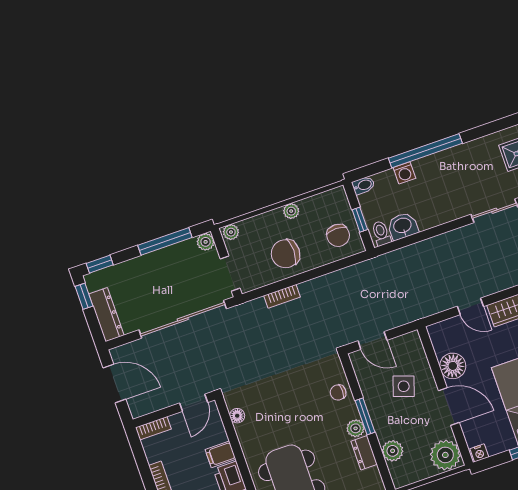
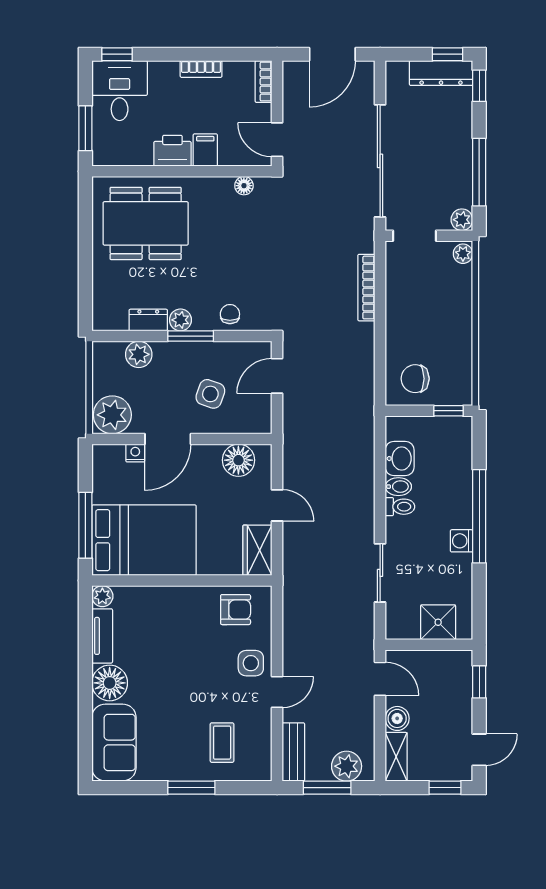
washing machine: (404, 173) -> (462, 541), moved
bidet: (363, 185) -> (398, 487), moved, turned -90
plant: (291, 211) -> (463, 333), removed
window: (360, 220) -> (449, 411), moved
toilet: (381, 233) -> (400, 507), moved
chair: (286, 254) -> (415, 309), removed
bookcase: (282, 296) -> (366, 288), width x1.56
door: (470, 306) -> (277, 505), swing flipped
dresser: (106, 315) -> (441, 73), moved
floor lamp: (453, 366) -> (238, 460), moved
nightstand: (479, 453) -> (135, 453), moved, turned 90

